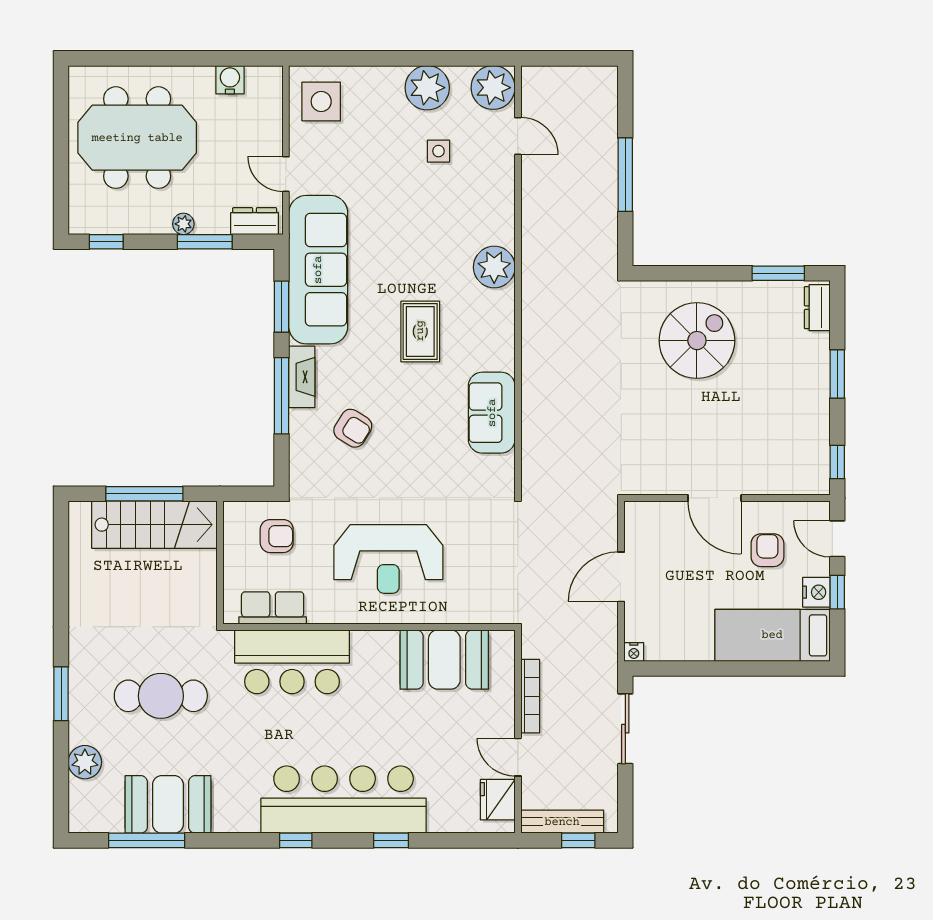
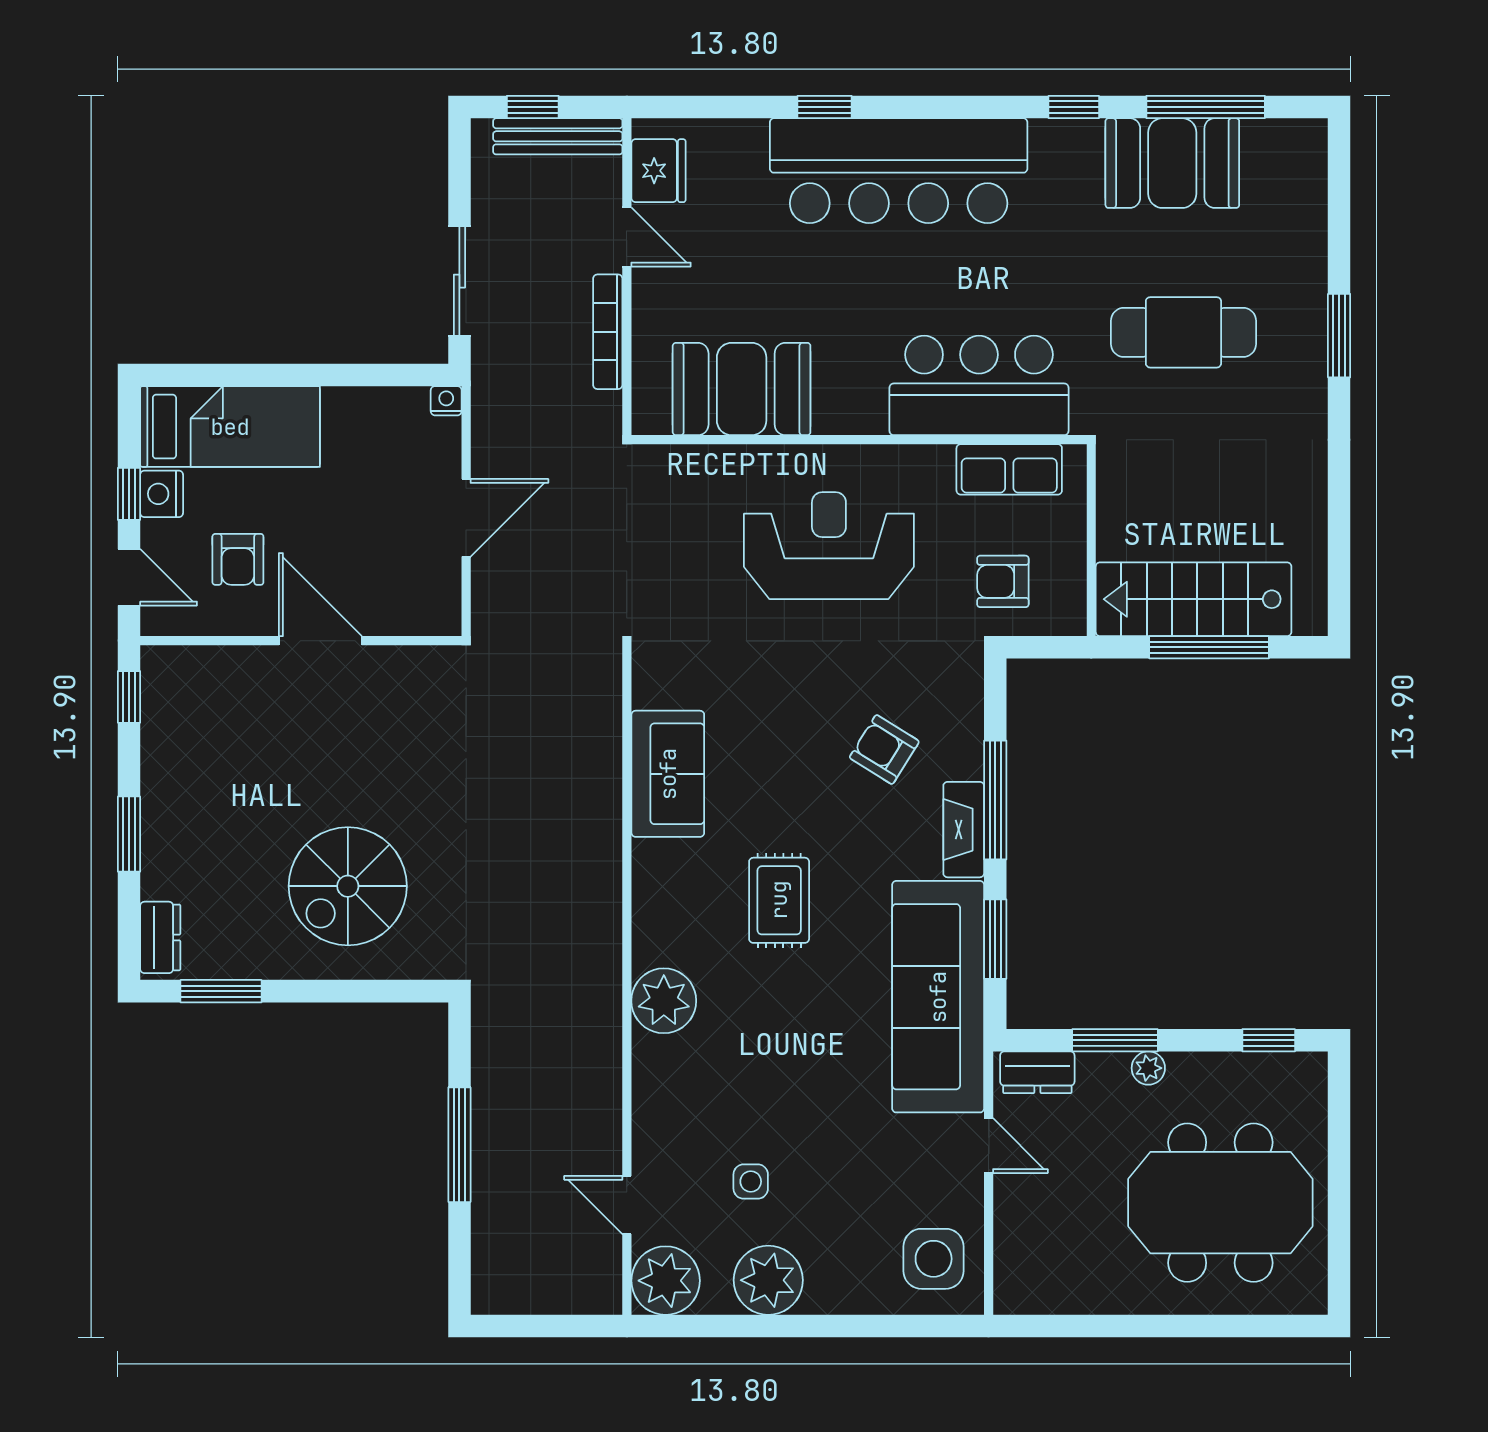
water cooler: (230, 80) -> (1076, 1293), removed
plant: (85, 762) -> (1302, 229), removed
window: (296, 840) -> (1074, 107), moved

